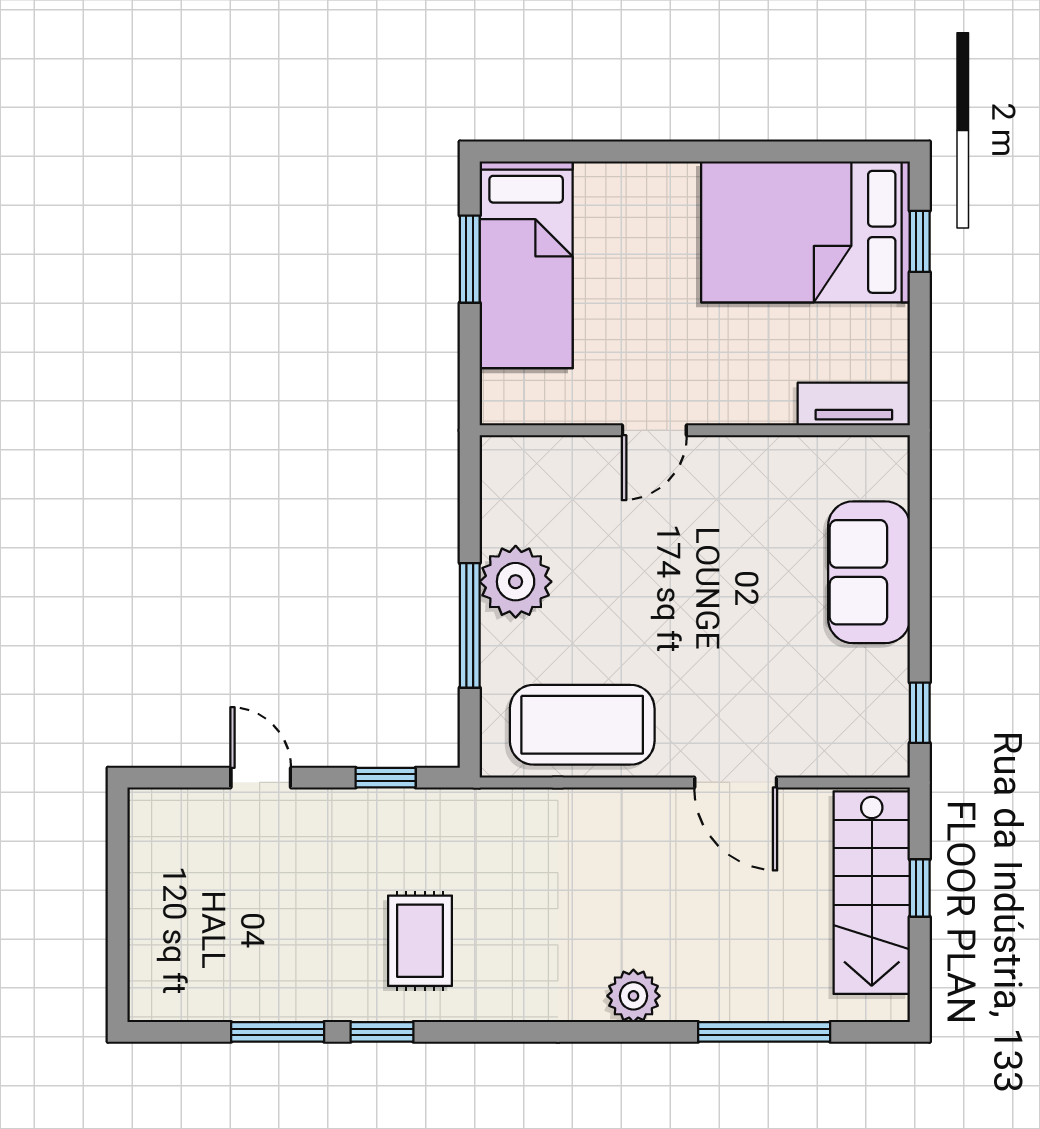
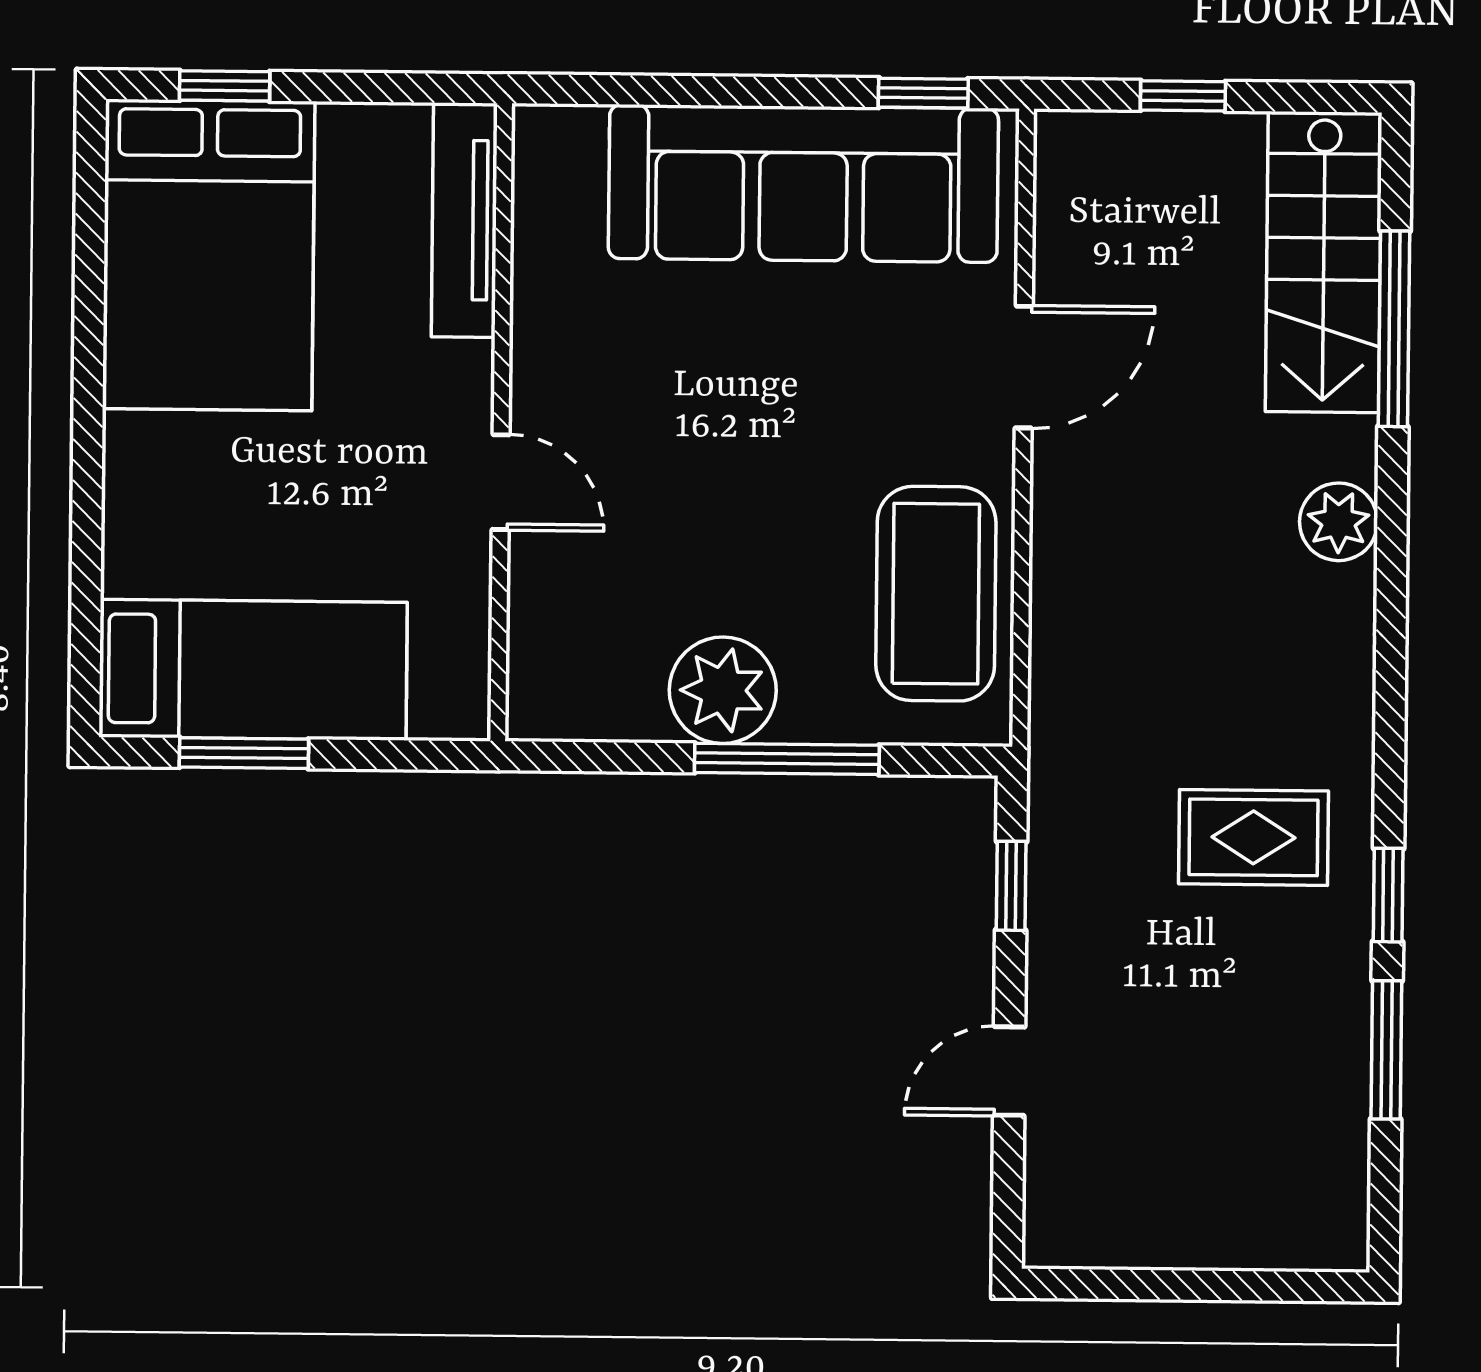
tv unit: (854, 404) -> (464, 220), width x1.41
sofa: (869, 572) -> (803, 184), width x1.85, depth x1.27
stairs: (872, 893) -> (1324, 262), moved, turned 90

